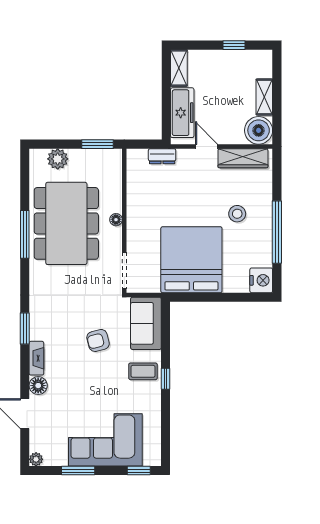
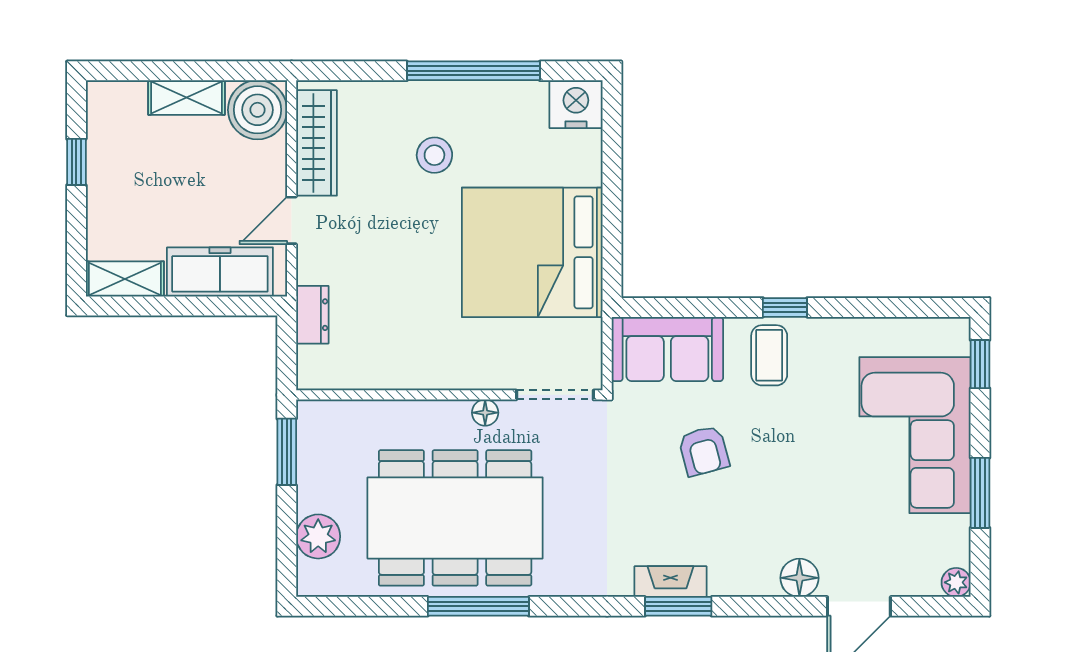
floor lamp: (116, 220) -> (485, 413), moved
fireplace: (36, 358) -> (671, 582), moved

